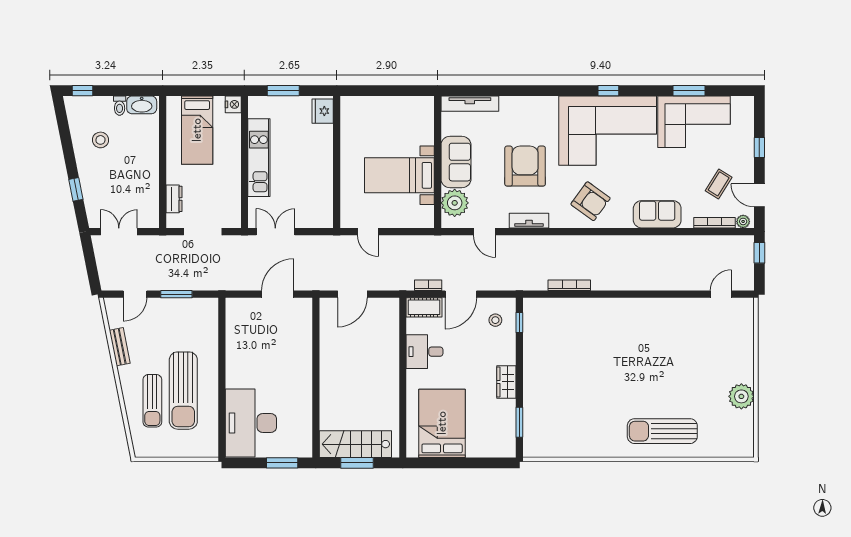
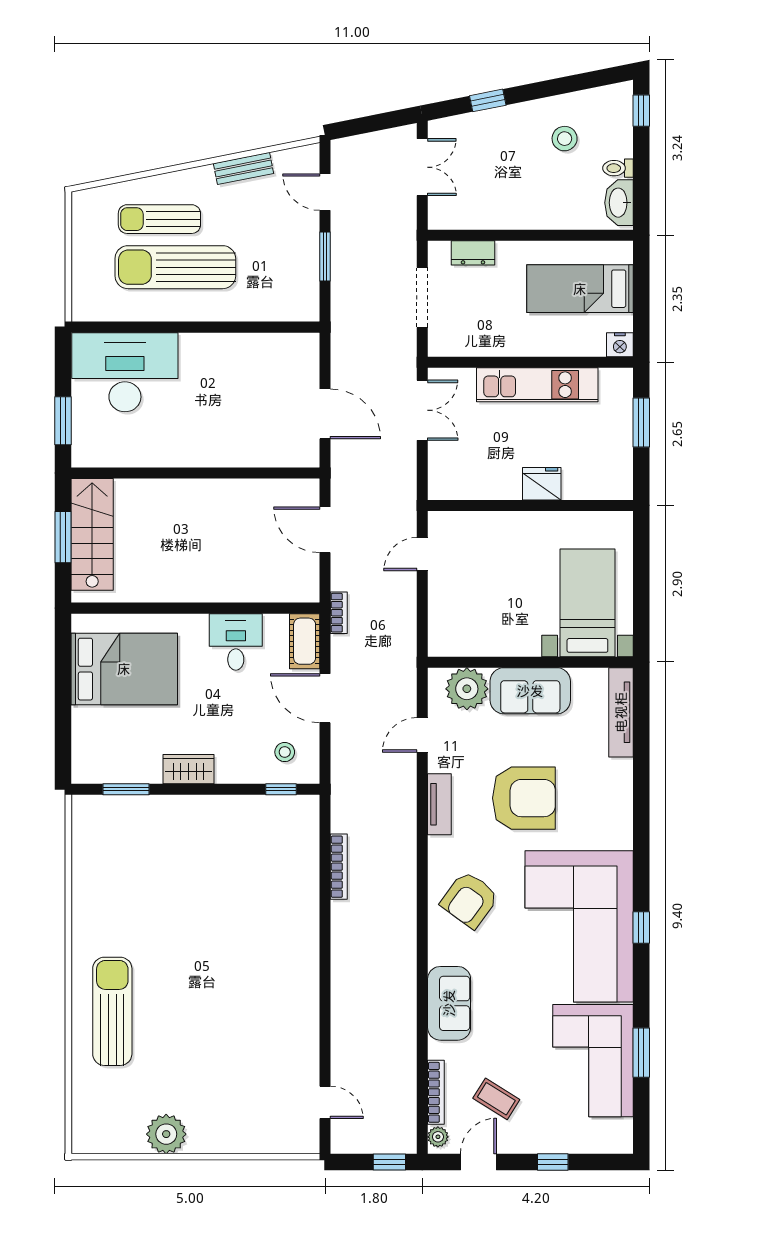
fridge: (323, 111) -> (542, 484), moved
bed with nightstands: (399, 175) -> (587, 603), moved
bookcase: (428, 285) -> (339, 613), moved

